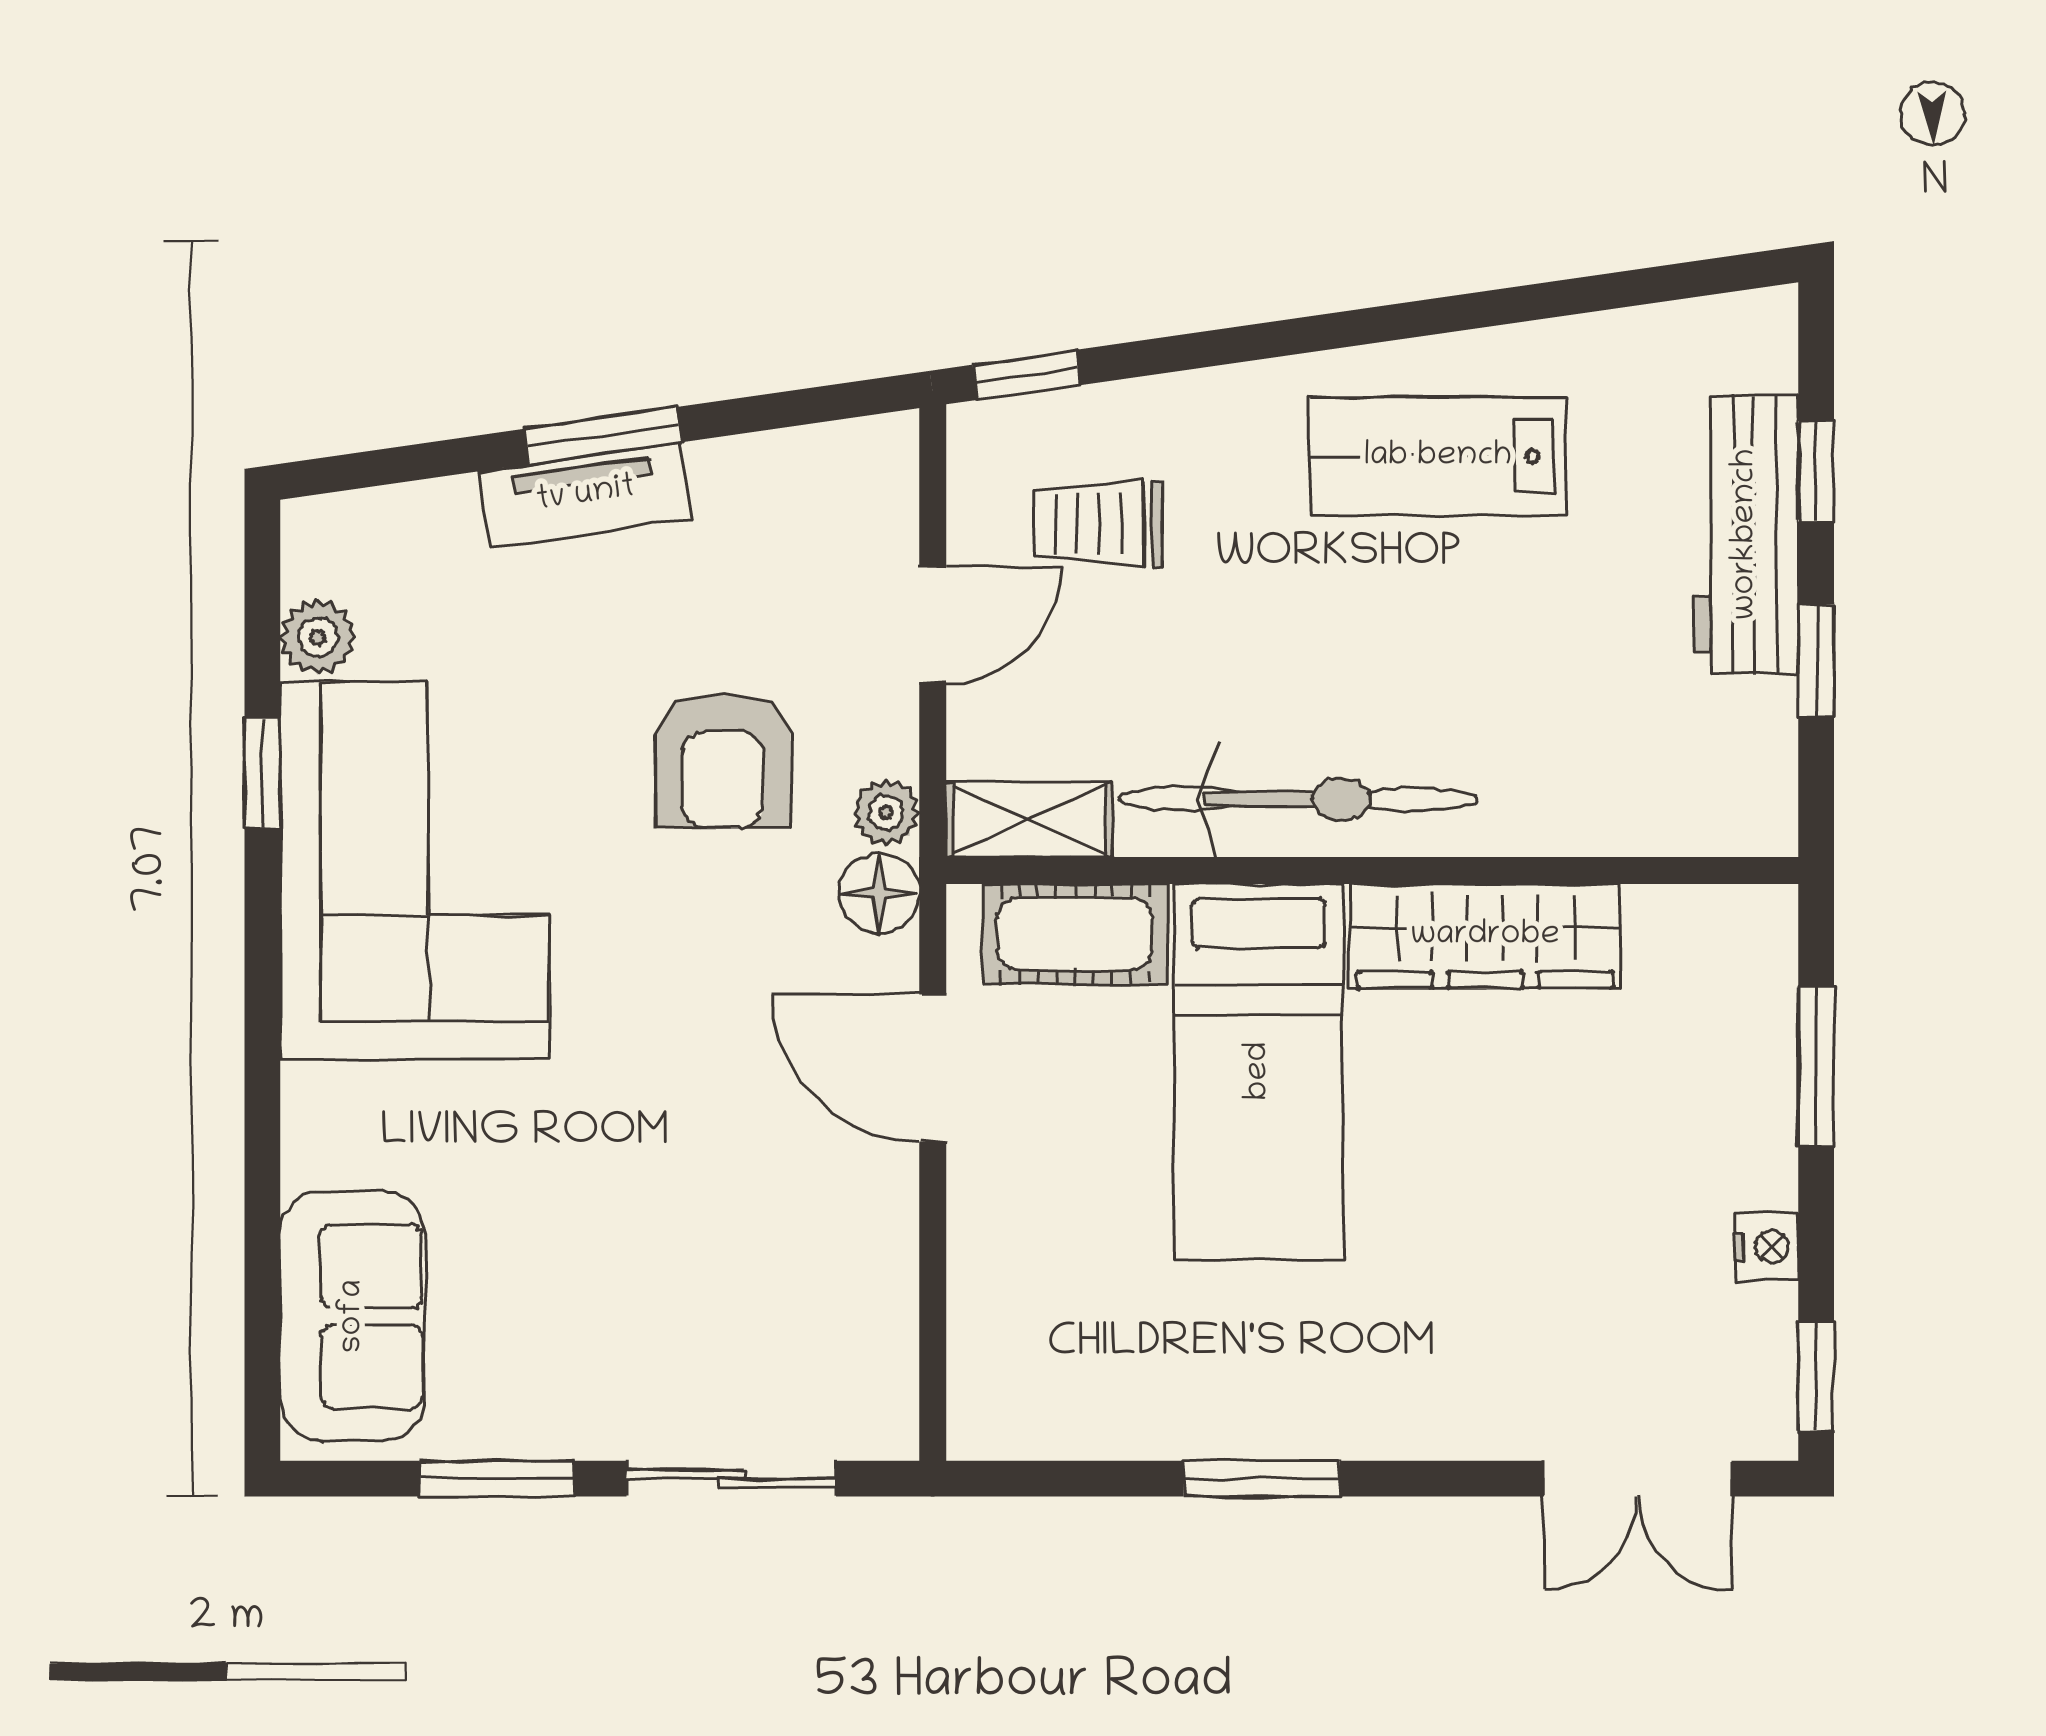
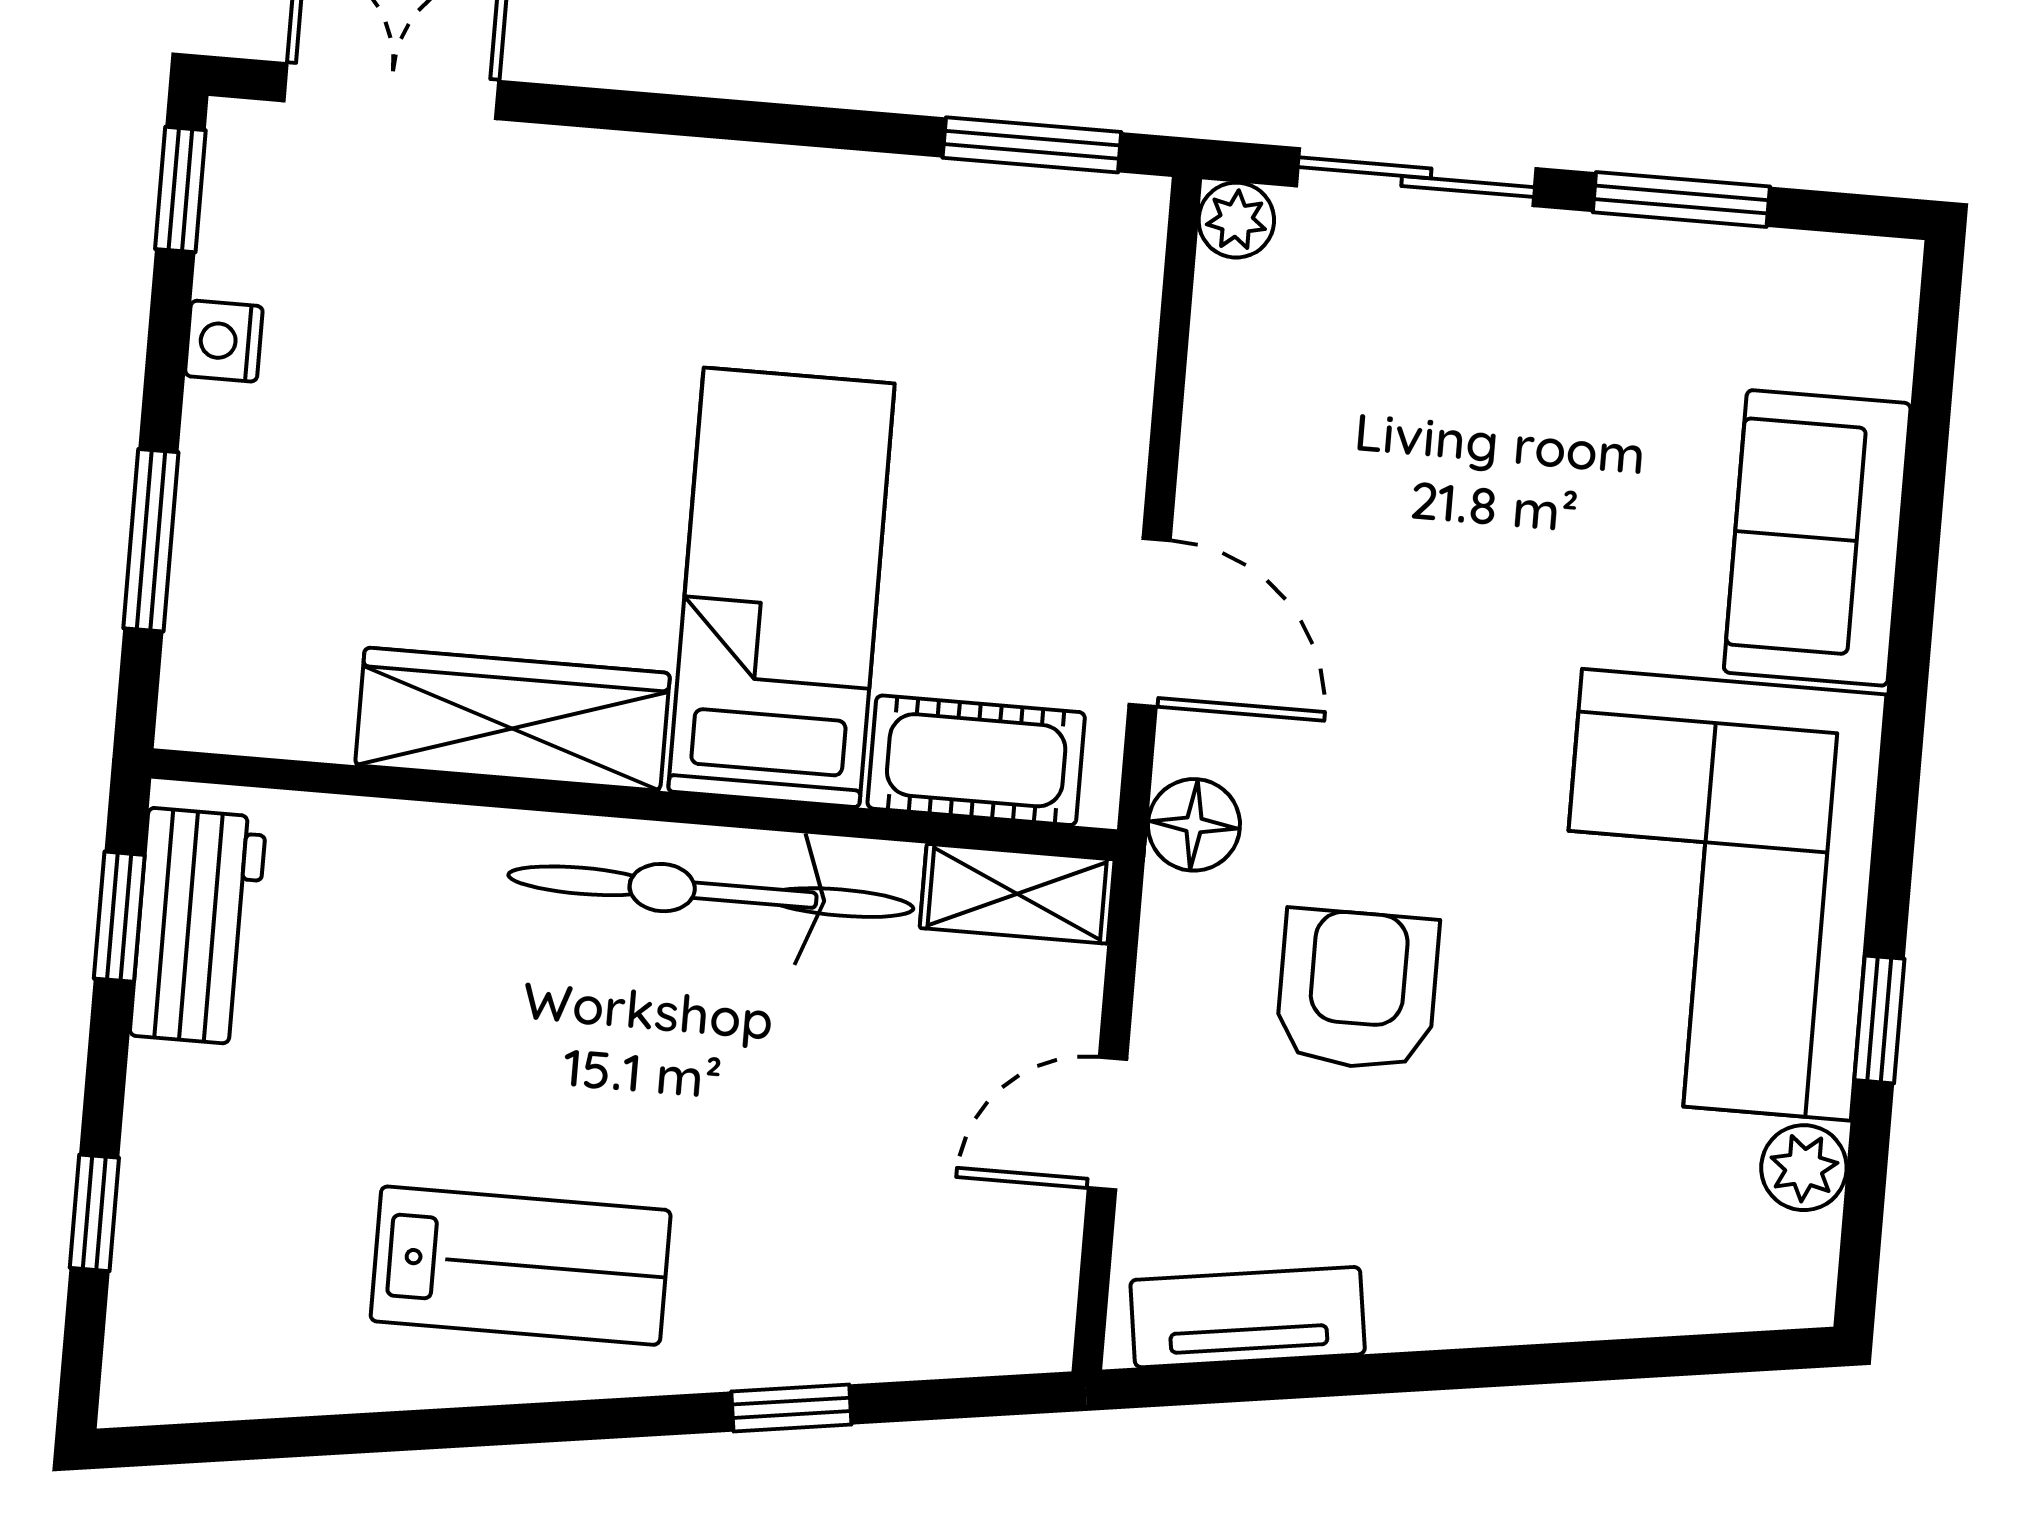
window: (1027, 375) -> (791, 1408), moved
window: (602, 436) -> (1463, 1369), removed
tv unit: (586, 495) -> (1248, 1317), moved
trolley: (1098, 524) -> (912, 1222), removed
workbench: (1746, 534) -> (198, 926), moved, width x0.73
window: (1816, 661) -> (119, 917), moved
plant: (886, 813) -> (1236, 220), moved
sofa: (353, 1316) -> (1817, 538), moved
window: (1262, 1479) -> (1032, 145), moved

